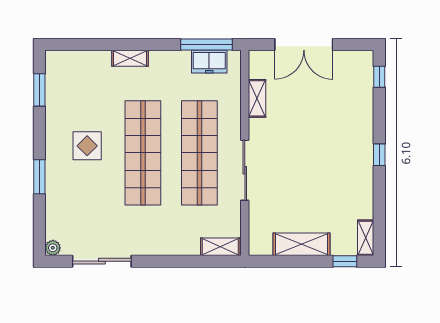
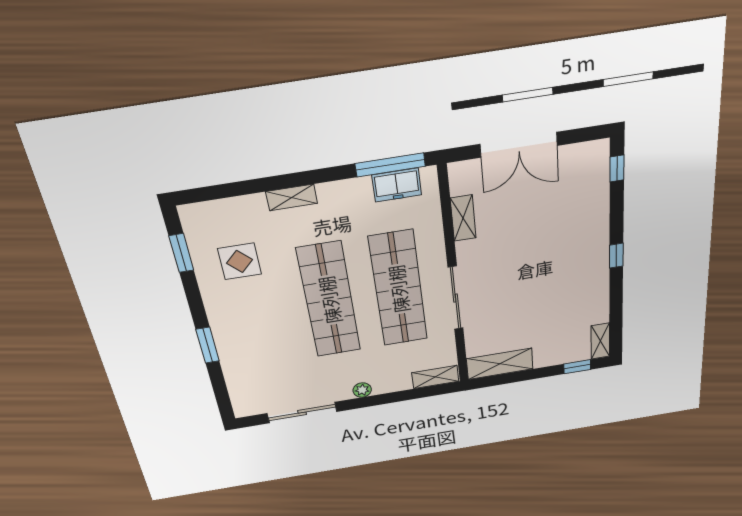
display table: (87, 146) -> (240, 261), moved
shelving: (301, 244) -> (500, 364), moved
plant: (53, 248) -> (362, 390), moved

